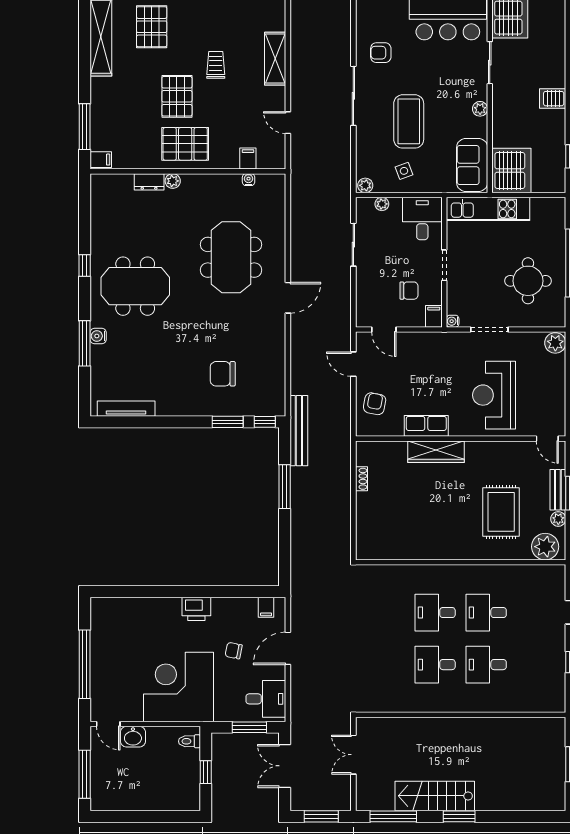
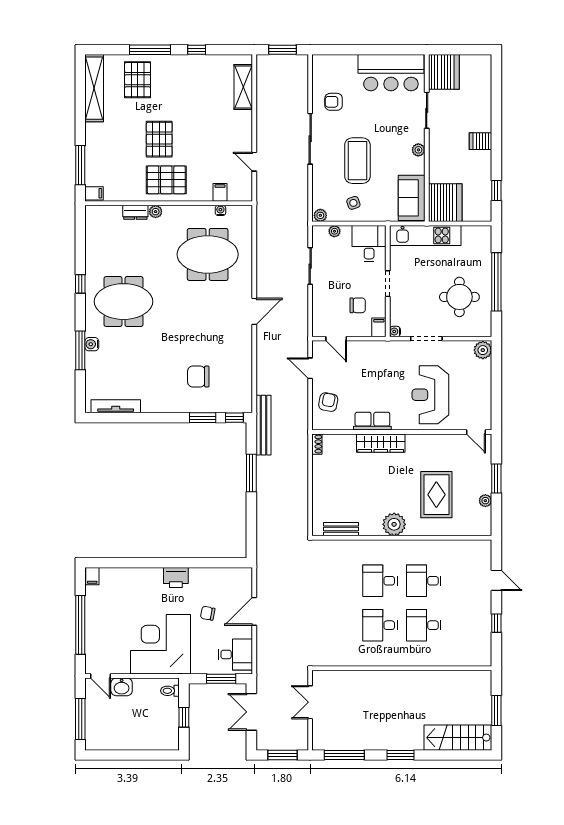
shelving: (275, 59) -> (243, 87), moved
trolley: (216, 65) -> (192, 112), removed
meeting table: (231, 257) -> (208, 254), moved, turned 90
shoe rack: (361, 479) -> (317, 444), moved
bench: (558, 490) -> (341, 529), moved, turned 90
plant: (545, 547) -> (394, 524), moved
filing cabinet: (266, 607) -> (92, 576), moved
stairs: (435, 796) -> (458, 738), moved

